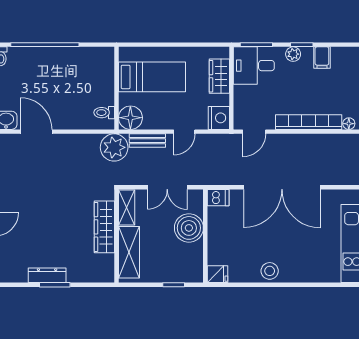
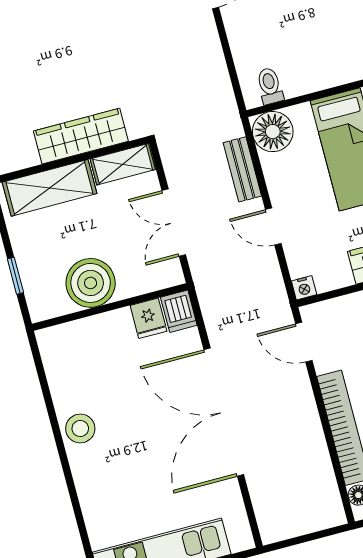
nightstand: (219, 118) -> (304, 288), width x0.53, depth x0.56
plant: (114, 147) -> (216, 118), removed
boiler: (189, 228) -> (91, 283), moved
fridge: (218, 274) -> (149, 318), moved

